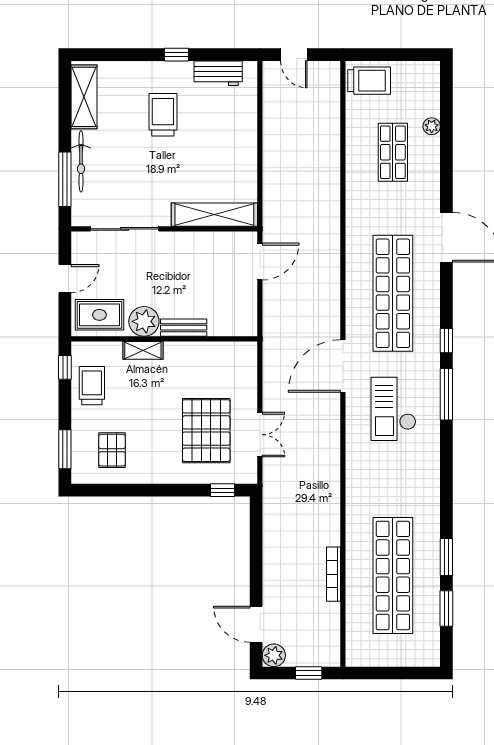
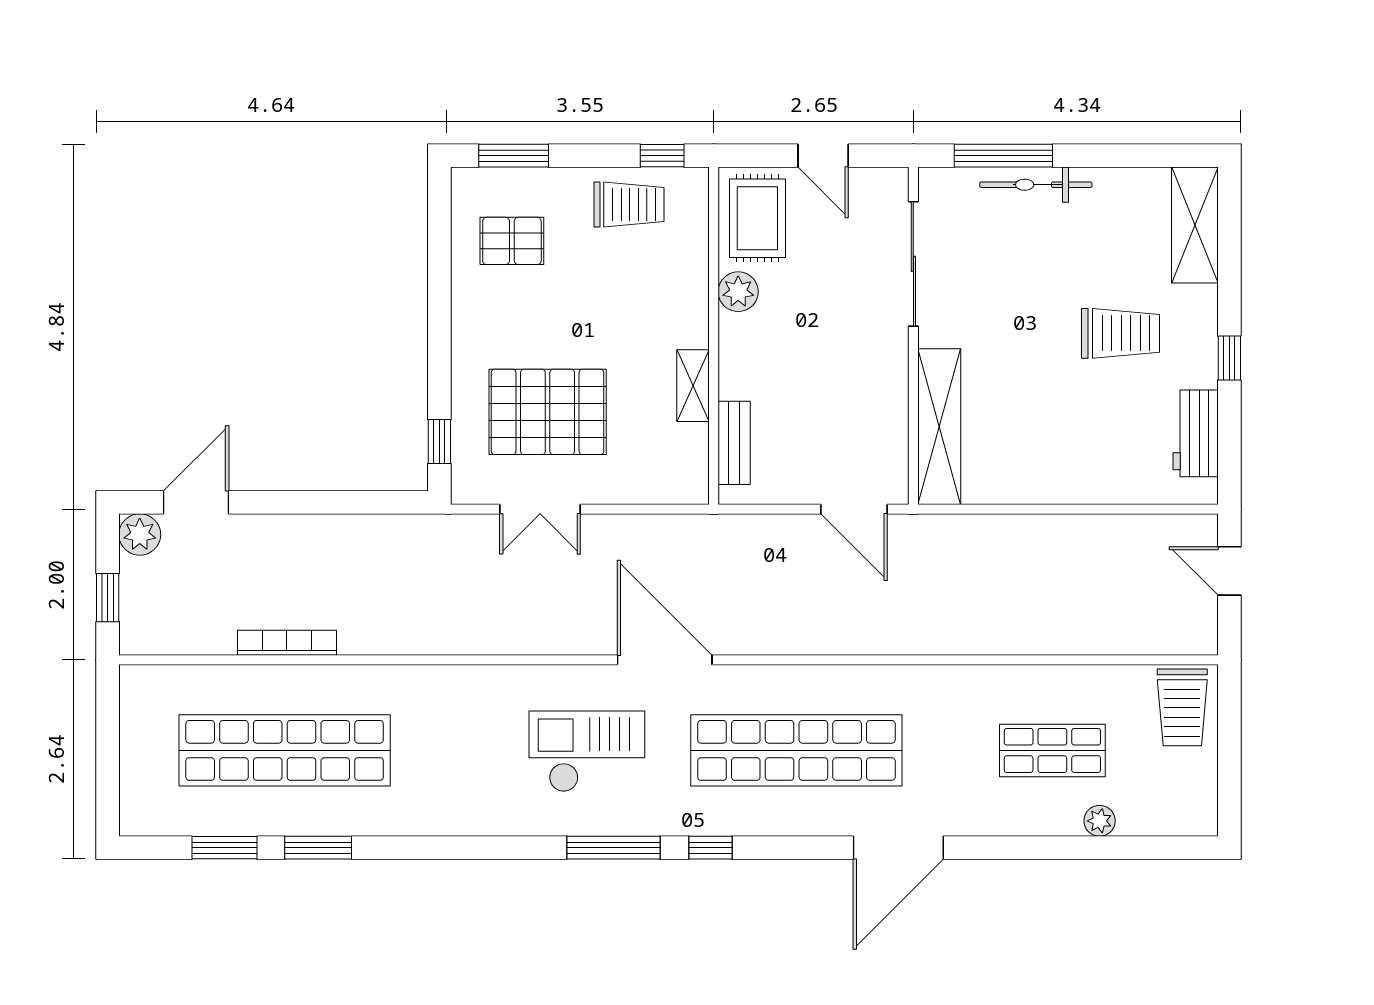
door: (294, 55) -> (1229, 571), hinge flipped
shelving: (84, 97) -> (1195, 225), moved, turned 90
plant: (144, 321) -> (738, 292), width x0.73, depth x0.73
bench: (184, 328) -> (734, 443), moved
shelving: (143, 350) -> (693, 386), moved

